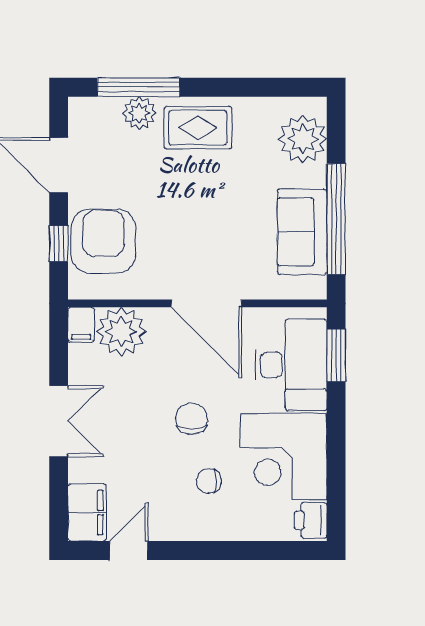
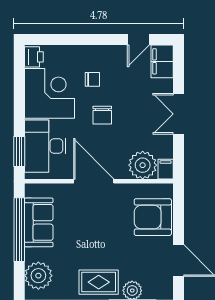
armchair: (103, 241) -> (153, 217), turned 90
window: (59, 244) -> (178, 216), removed

